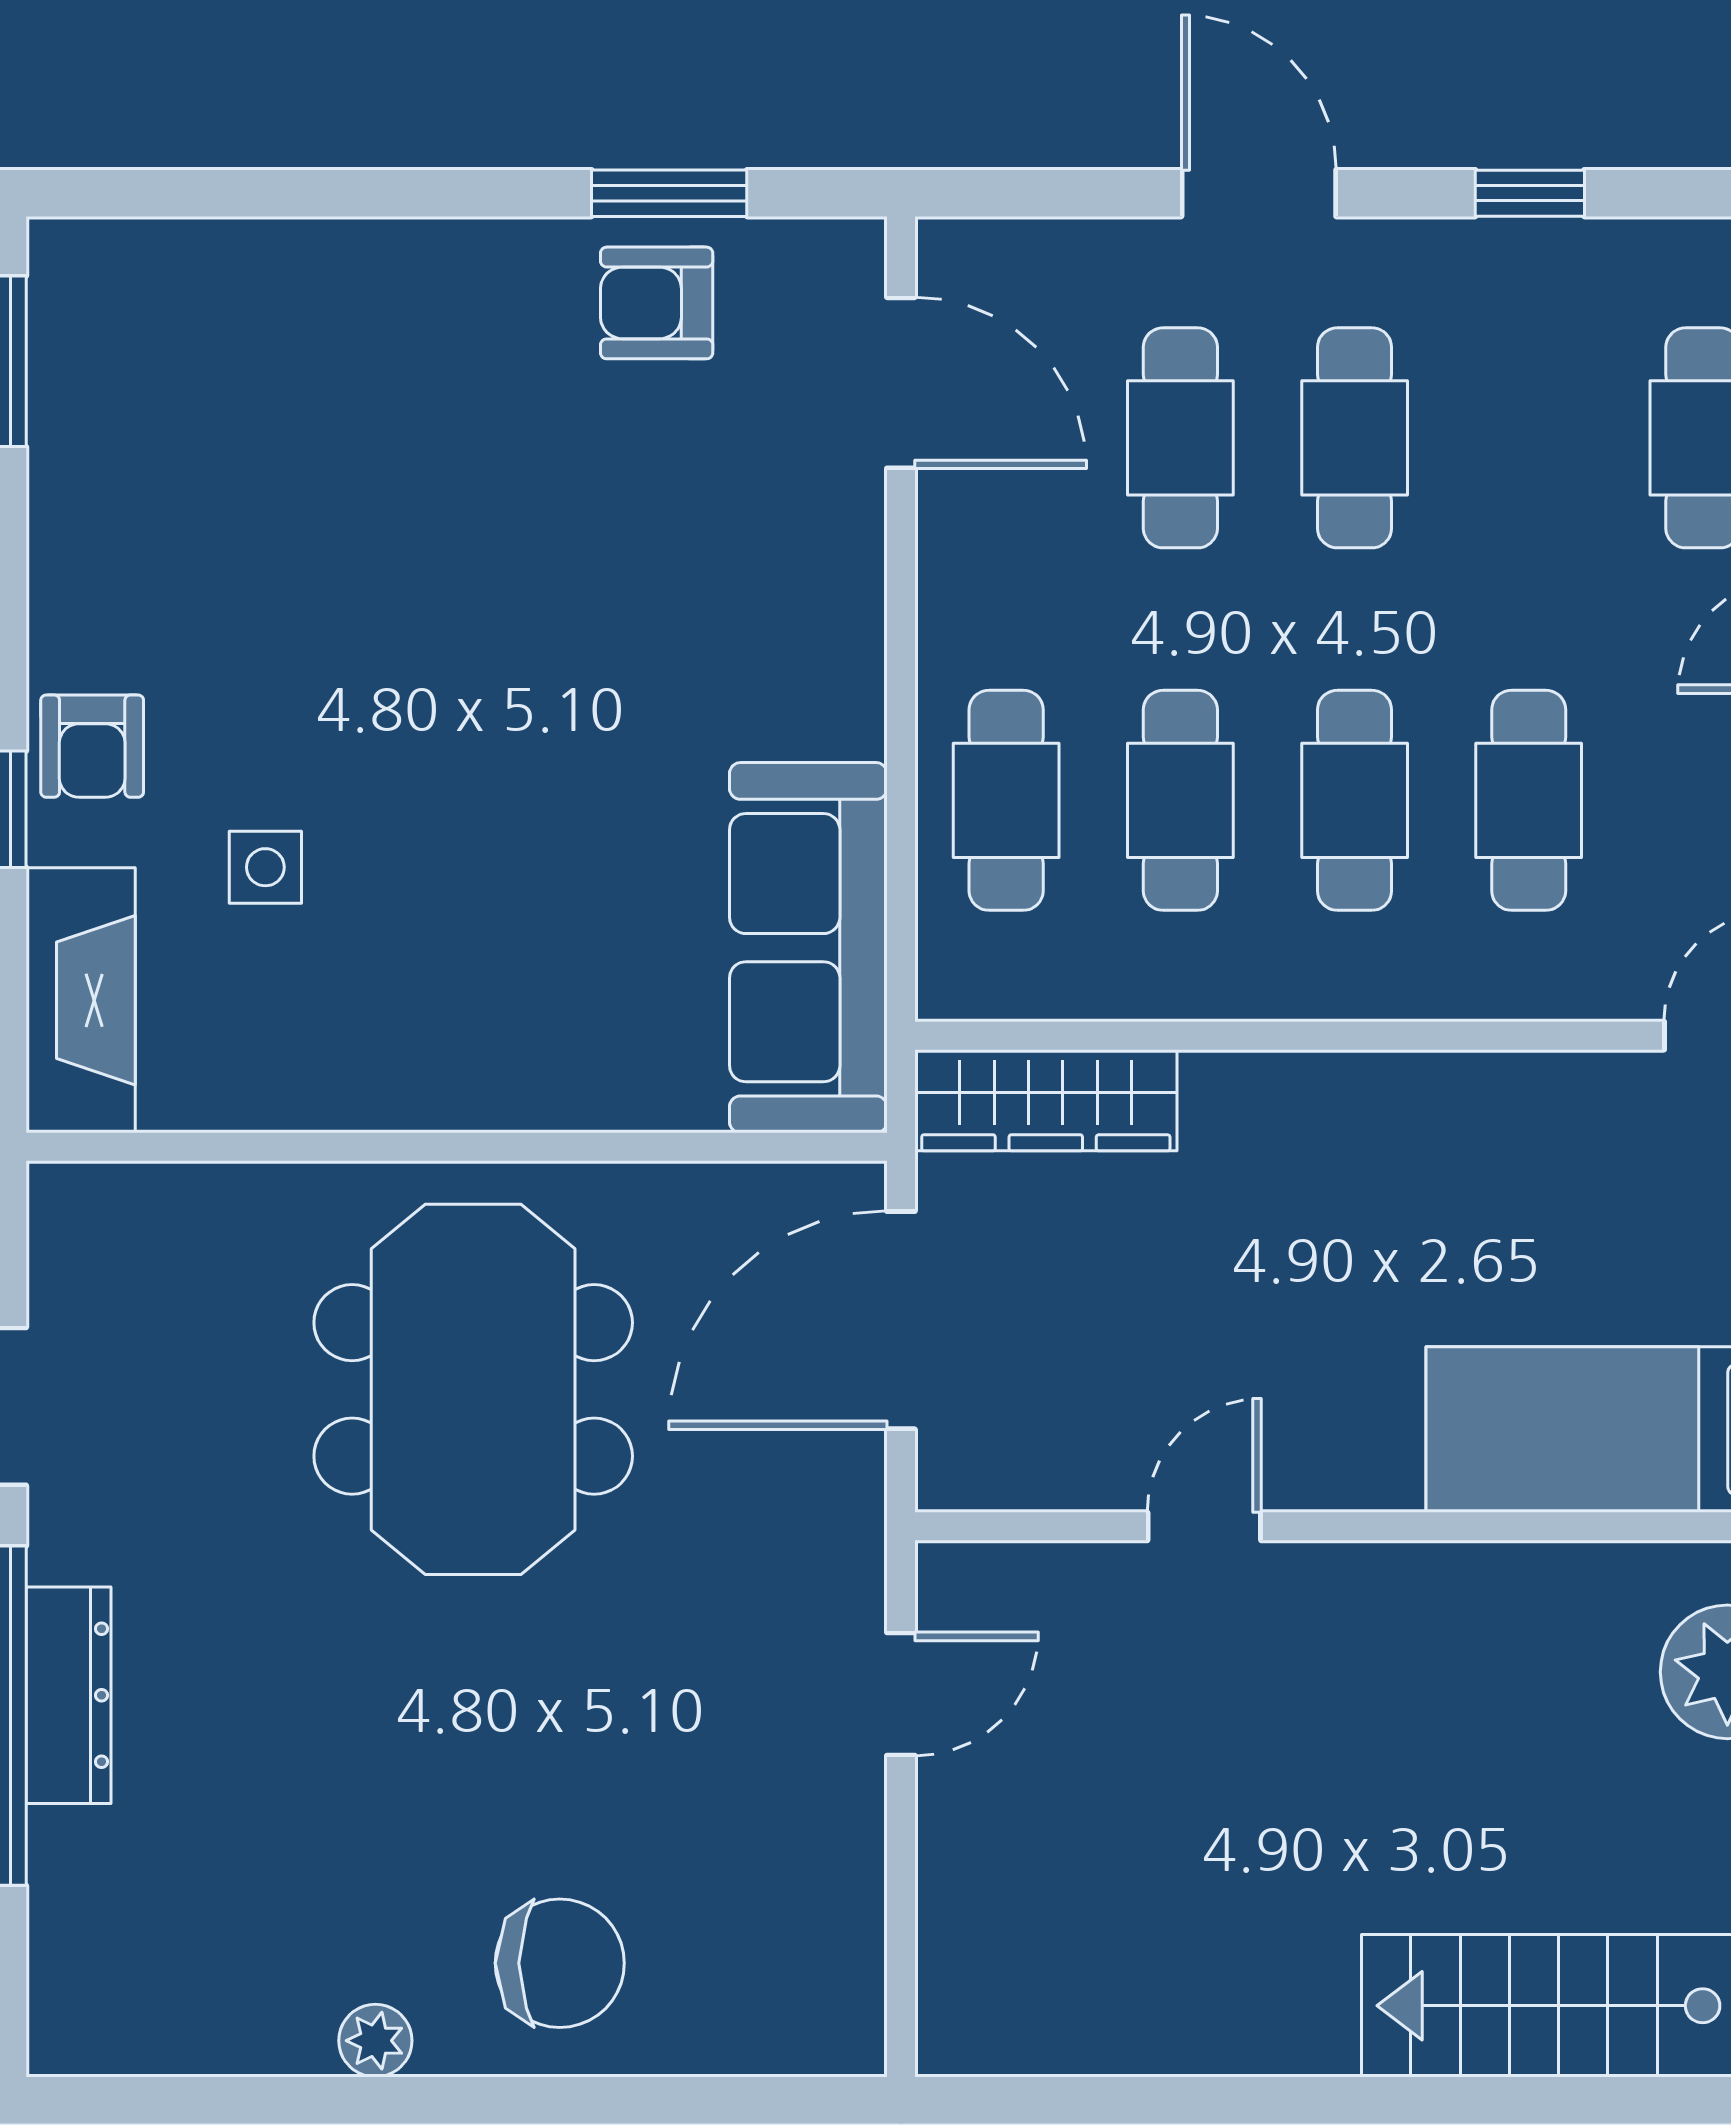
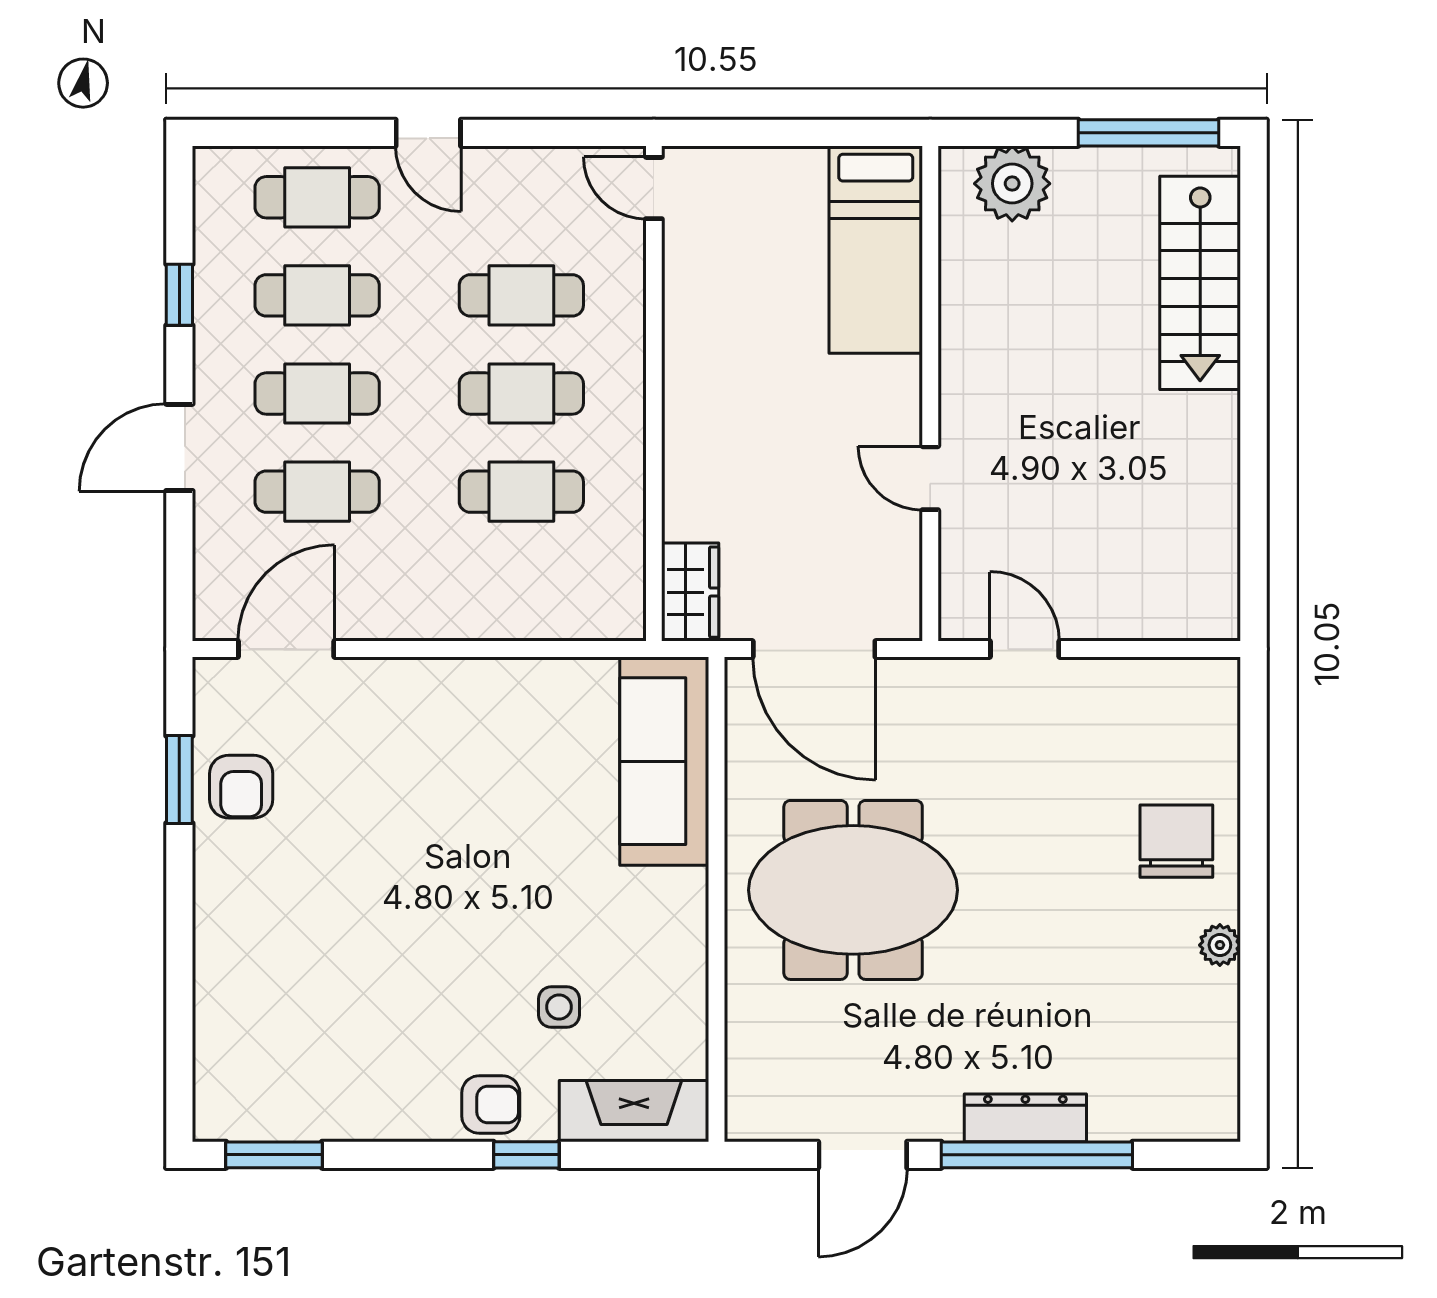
cafe table: (1006, 800) -> (317, 295), moved
sofa: (808, 948) -> (664, 761), moved, turned 90
wardrobe: (1046, 1100) -> (690, 592), width x0.67

